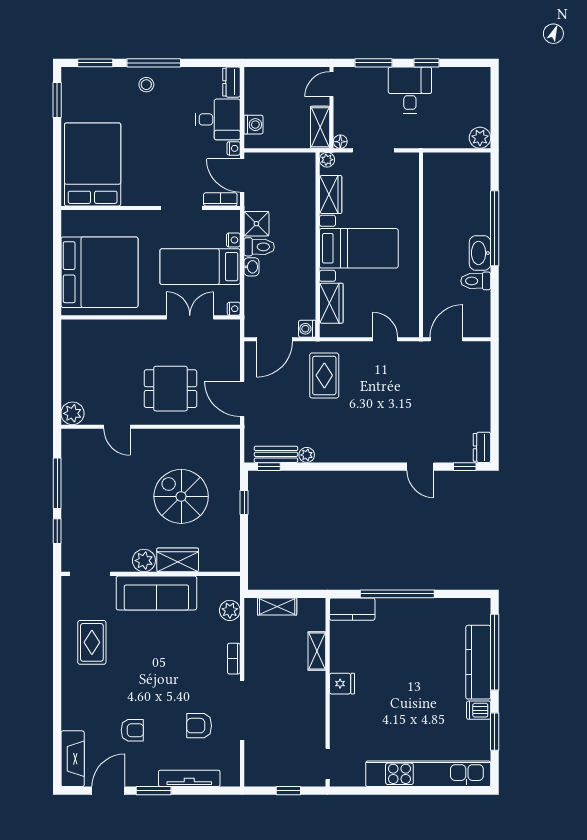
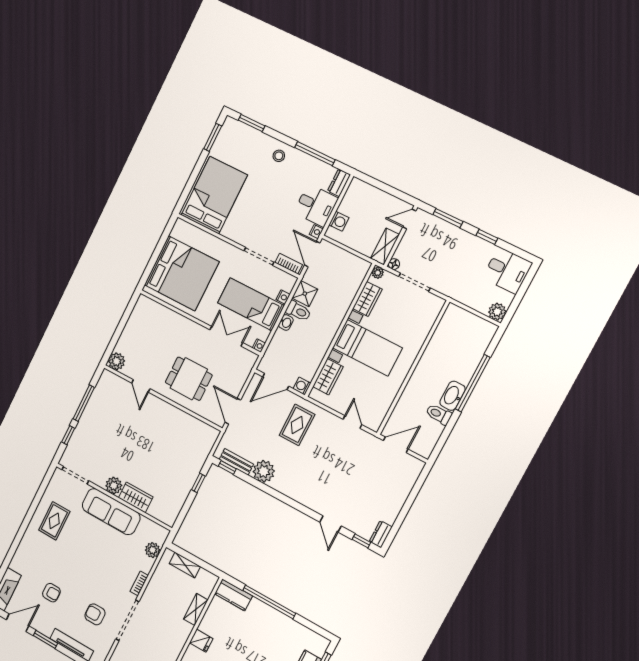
window: (154, 63) -> (315, 154), moved
desk: (410, 90) -> (507, 271), moved, turned 90
plant: (307, 455) -> (264, 471), width x1.87, depth x1.87
spiral stairs: (181, 496) -> (159, 456), removed

